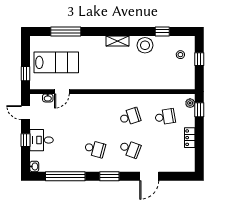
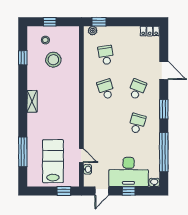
stool: (145, 45) -> (53, 60), moved
locker: (190, 138) -> (150, 31), moved
desk: (42, 140) -> (129, 172), width x1.87, depth x1.30

